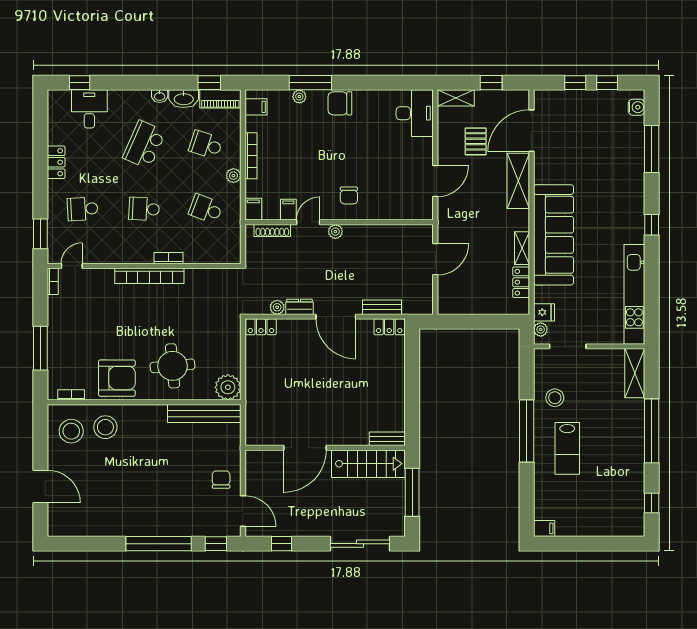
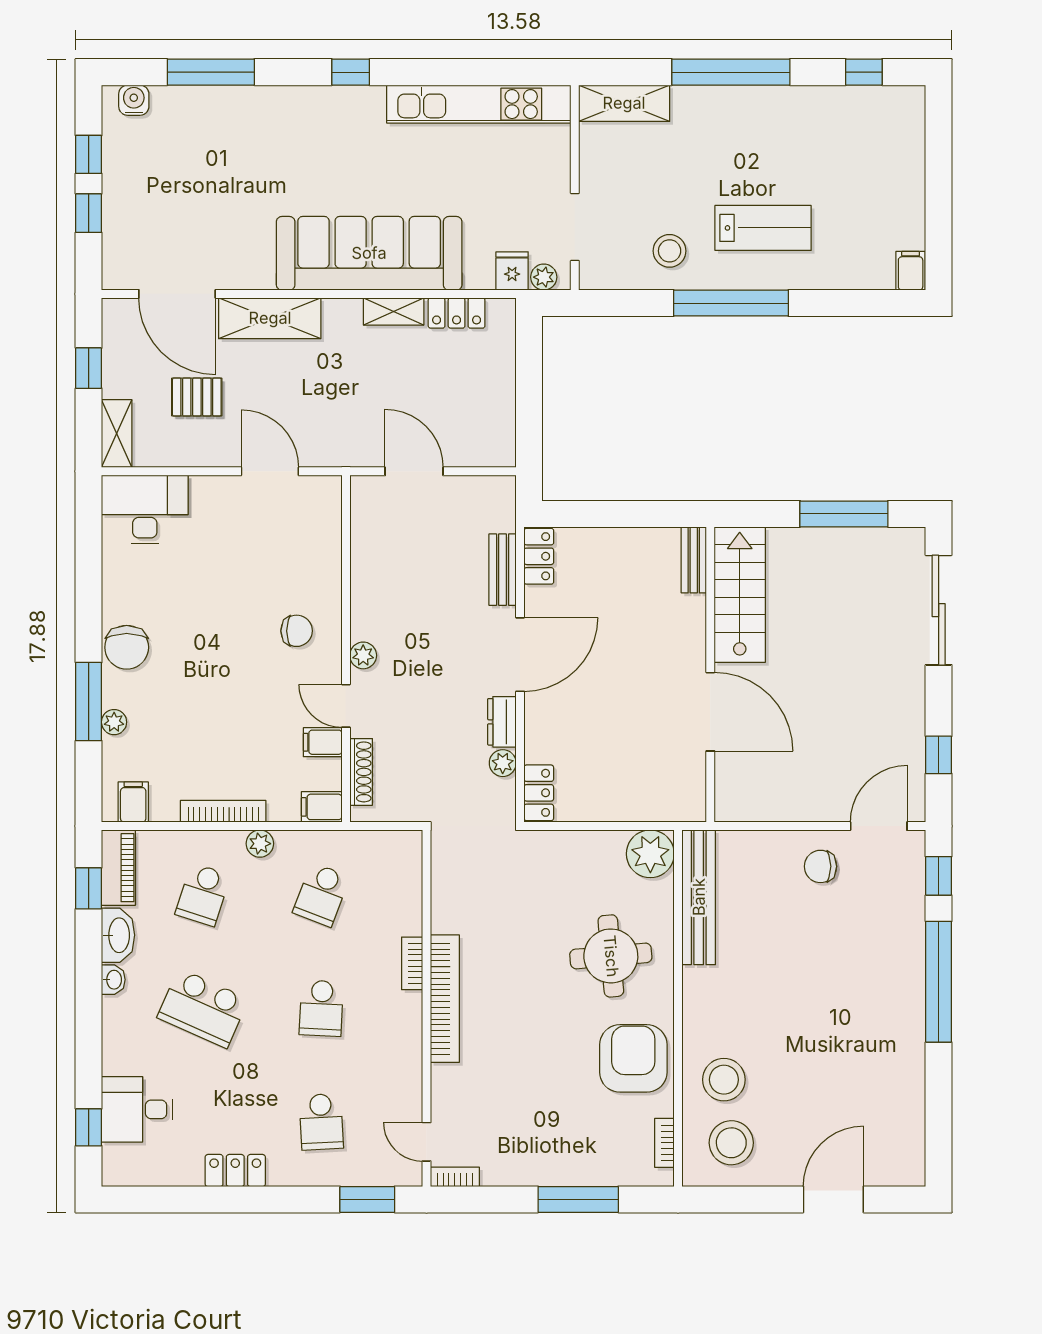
bench: (387, 439) -> (694, 560), moved
door: (305, 448) -> (710, 712), moved
wall: (325, 448) -> (710, 674), moved
stairs: (368, 464) -> (740, 595), moved

